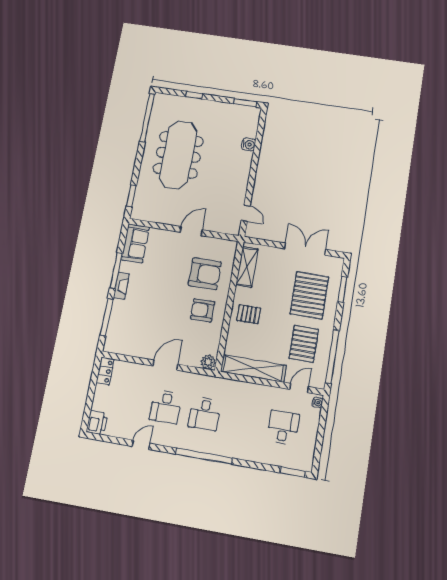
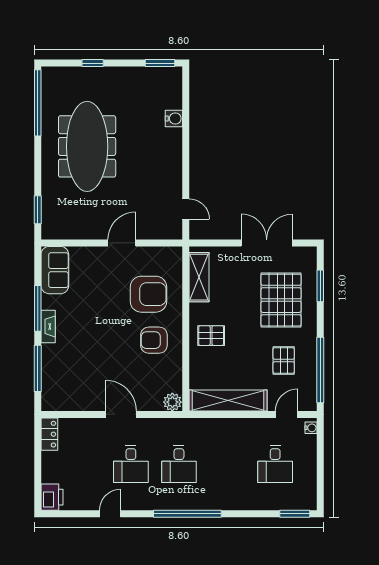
pallet: (304, 344) -> (284, 360), width x0.67, depth x0.71
door: (165, 365) -> (121, 414), hinge flipped
desk: (283, 427) -> (275, 464), turned 180

